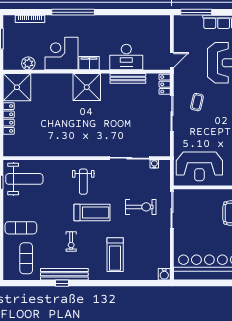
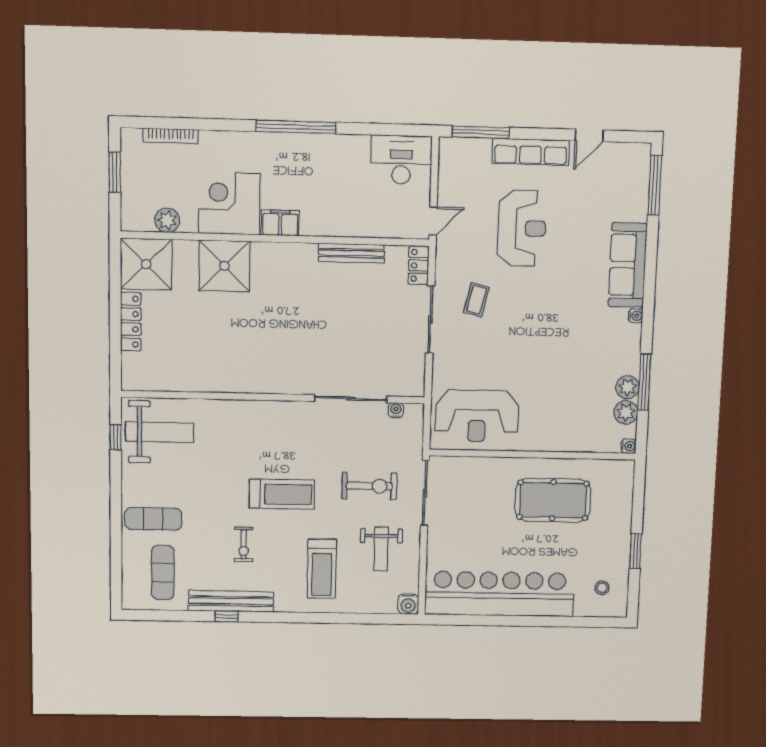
window: (73, 12) -> (296, 127), moved
desk: (126, 57) -> (401, 160), moved, turned 180
shower: (87, 87) -> (224, 266), moved
weight bench: (83, 182) -> (381, 549), moved

